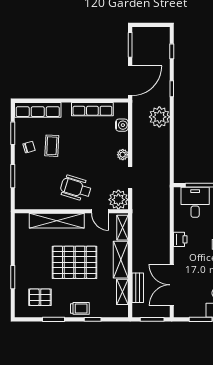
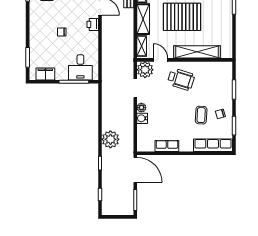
door: (130, 81) -> (135, 170), swing flipped
row of seats: (92, 109) -> (167, 146), width x0.68
water cooler: (122, 125) -> (142, 118), moved
printer: (180, 239) -> (93, 24), moved

